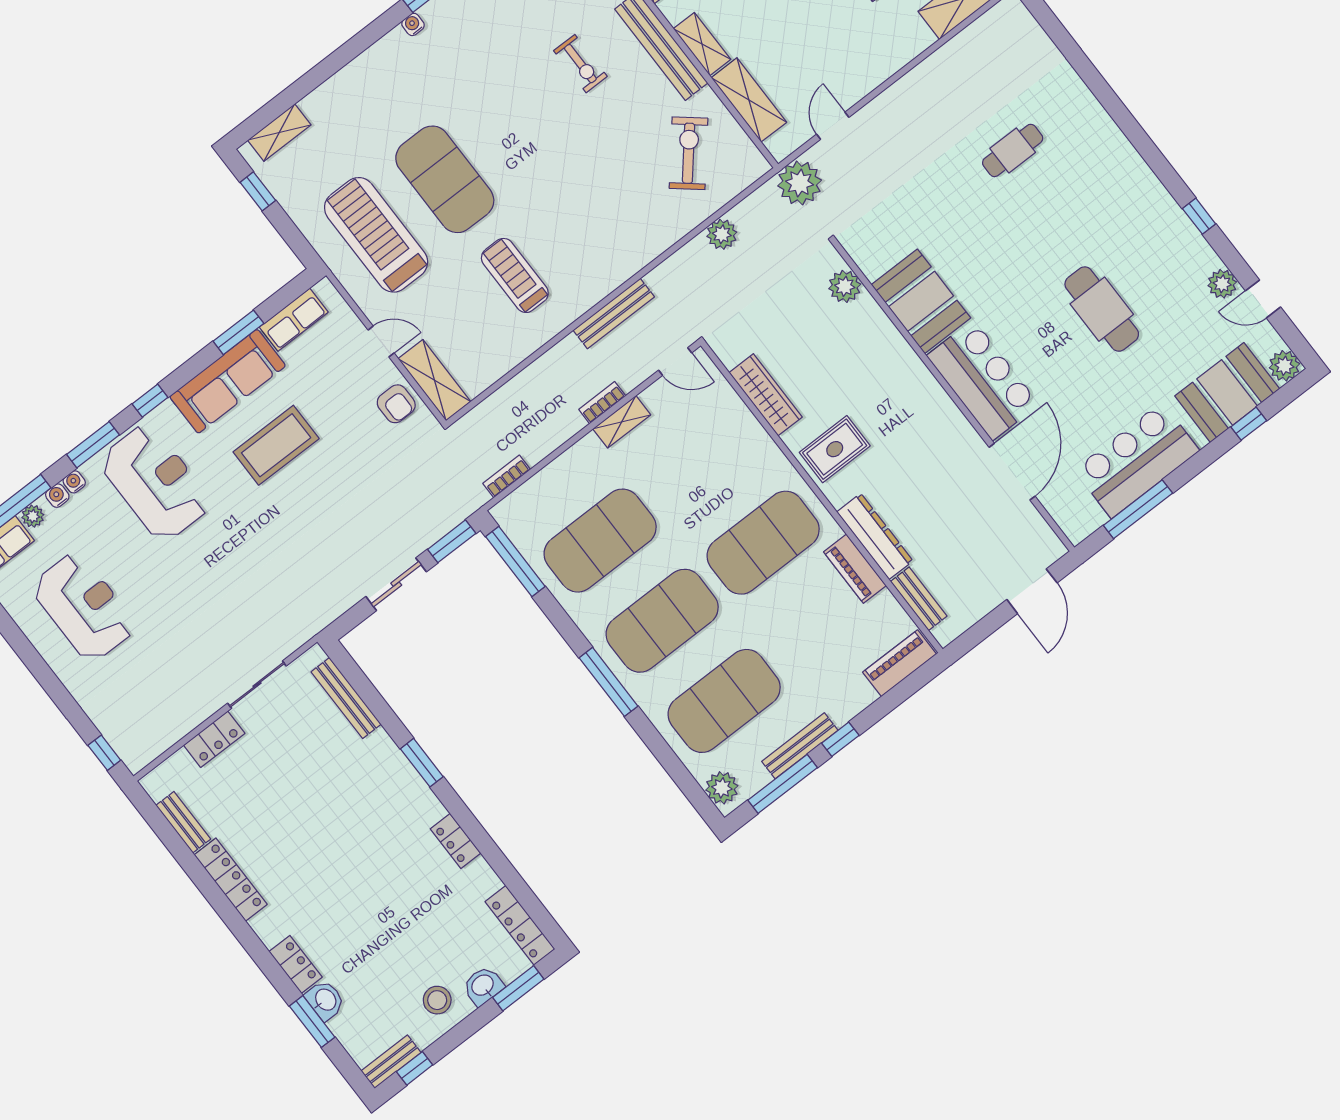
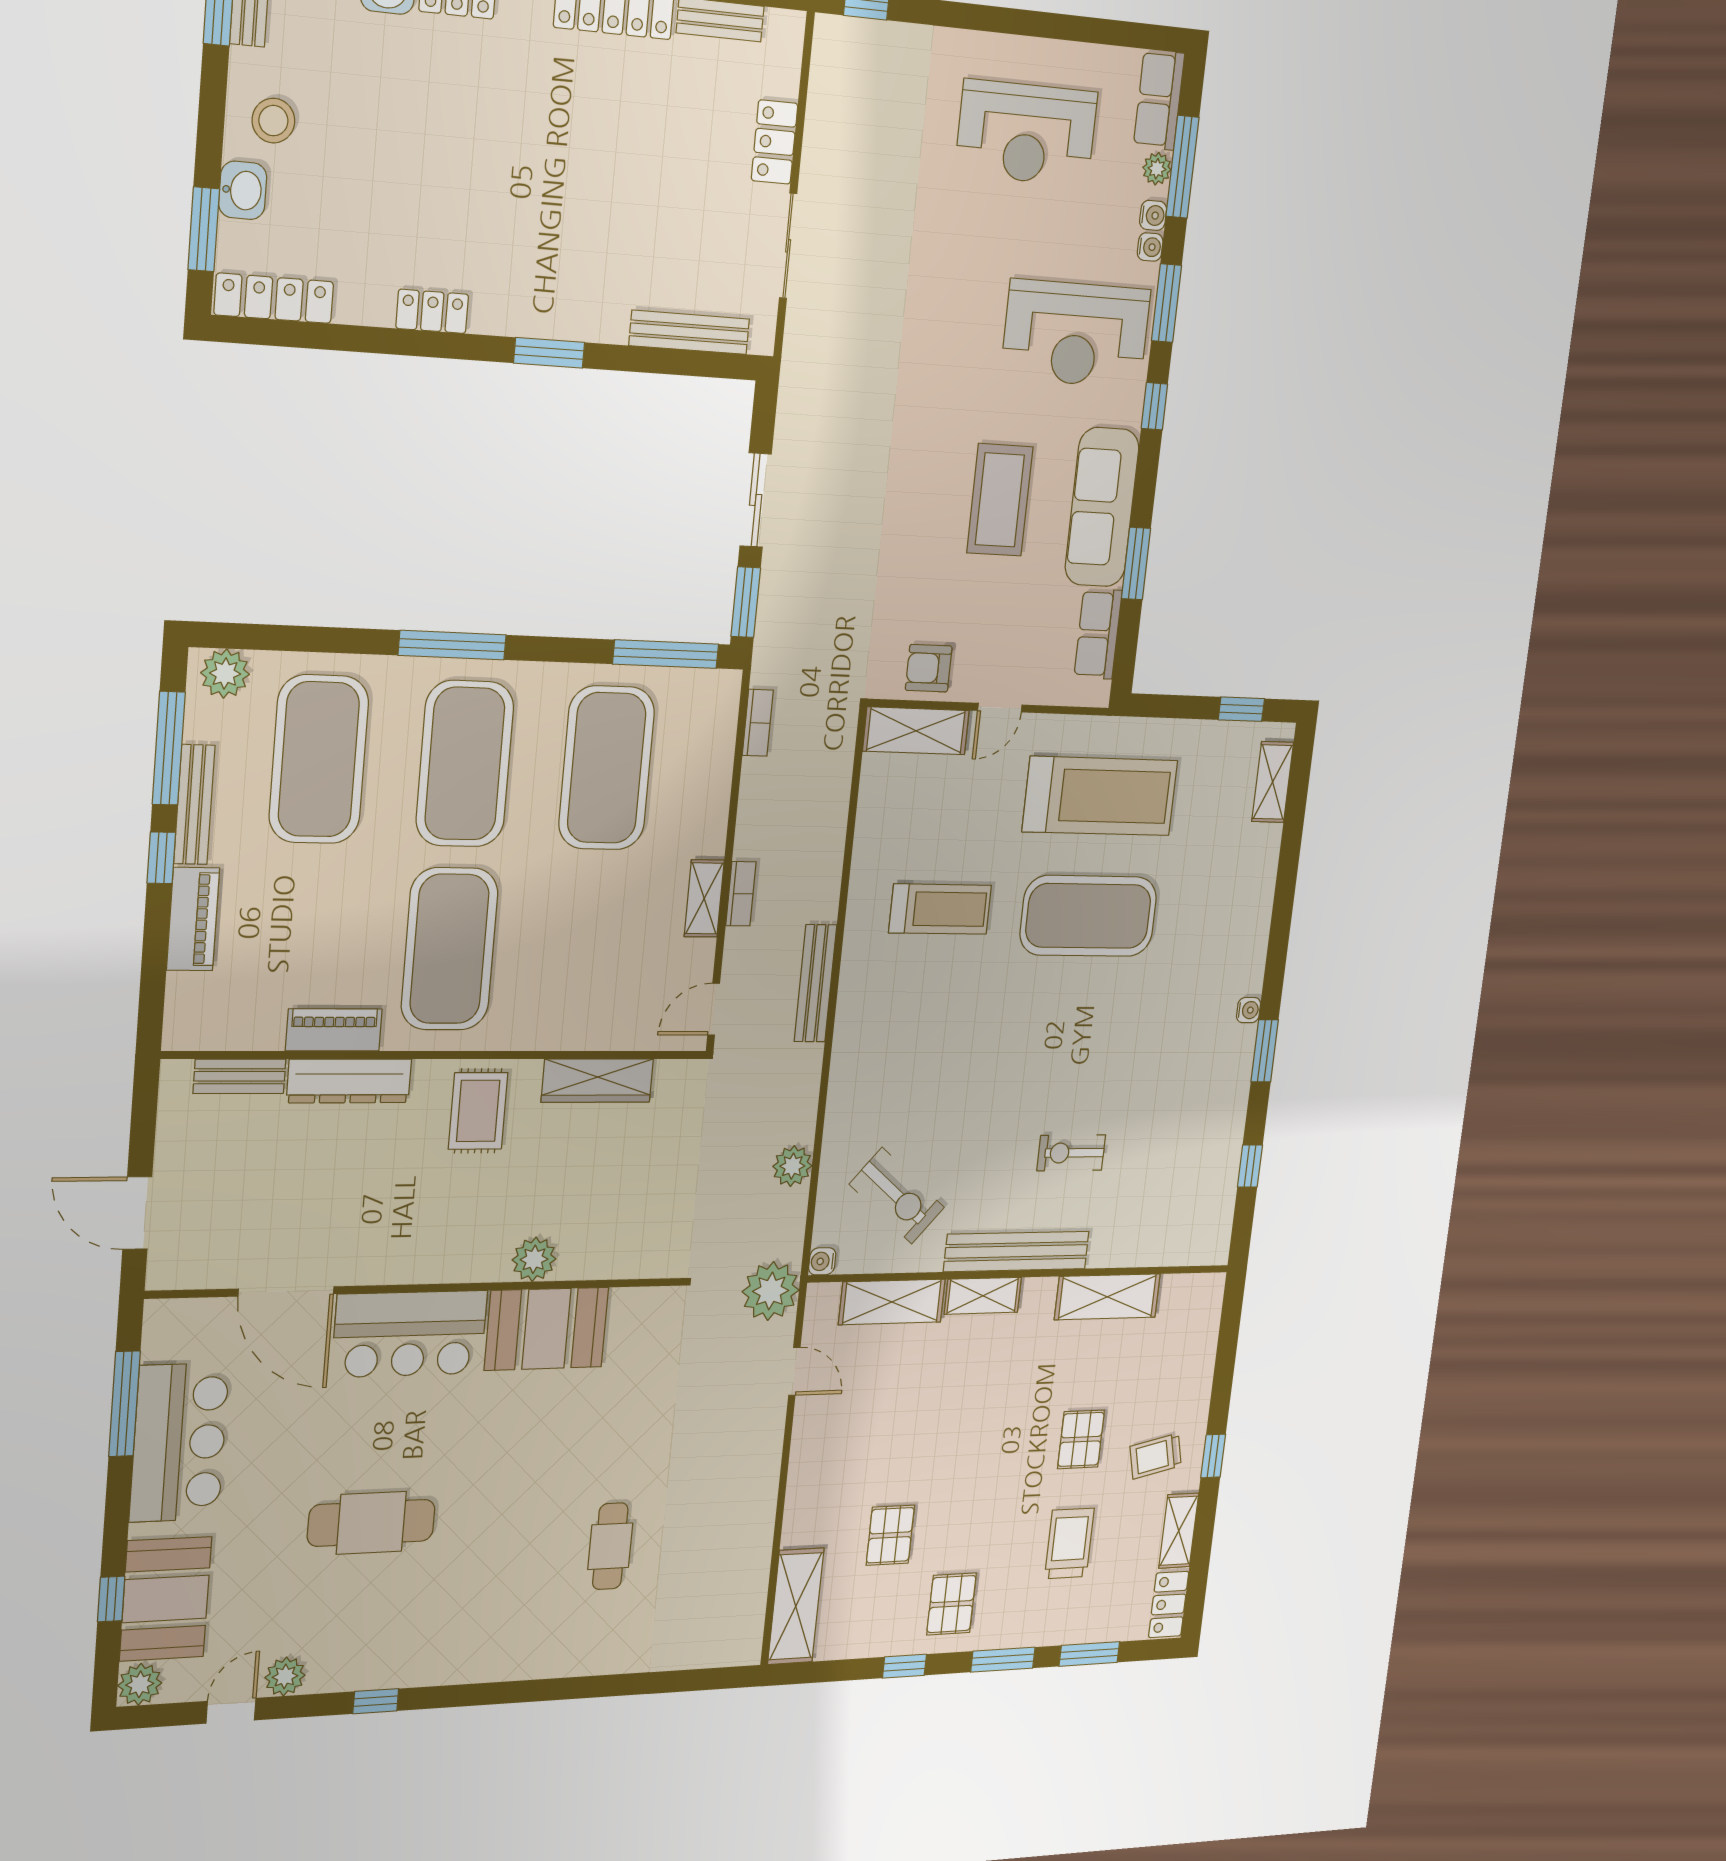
water cooler: (759, 166) -> (822, 1261), added
plant: (845, 286) -> (534, 1259), moved
piano: (900, 663) -> (193, 919), moved

